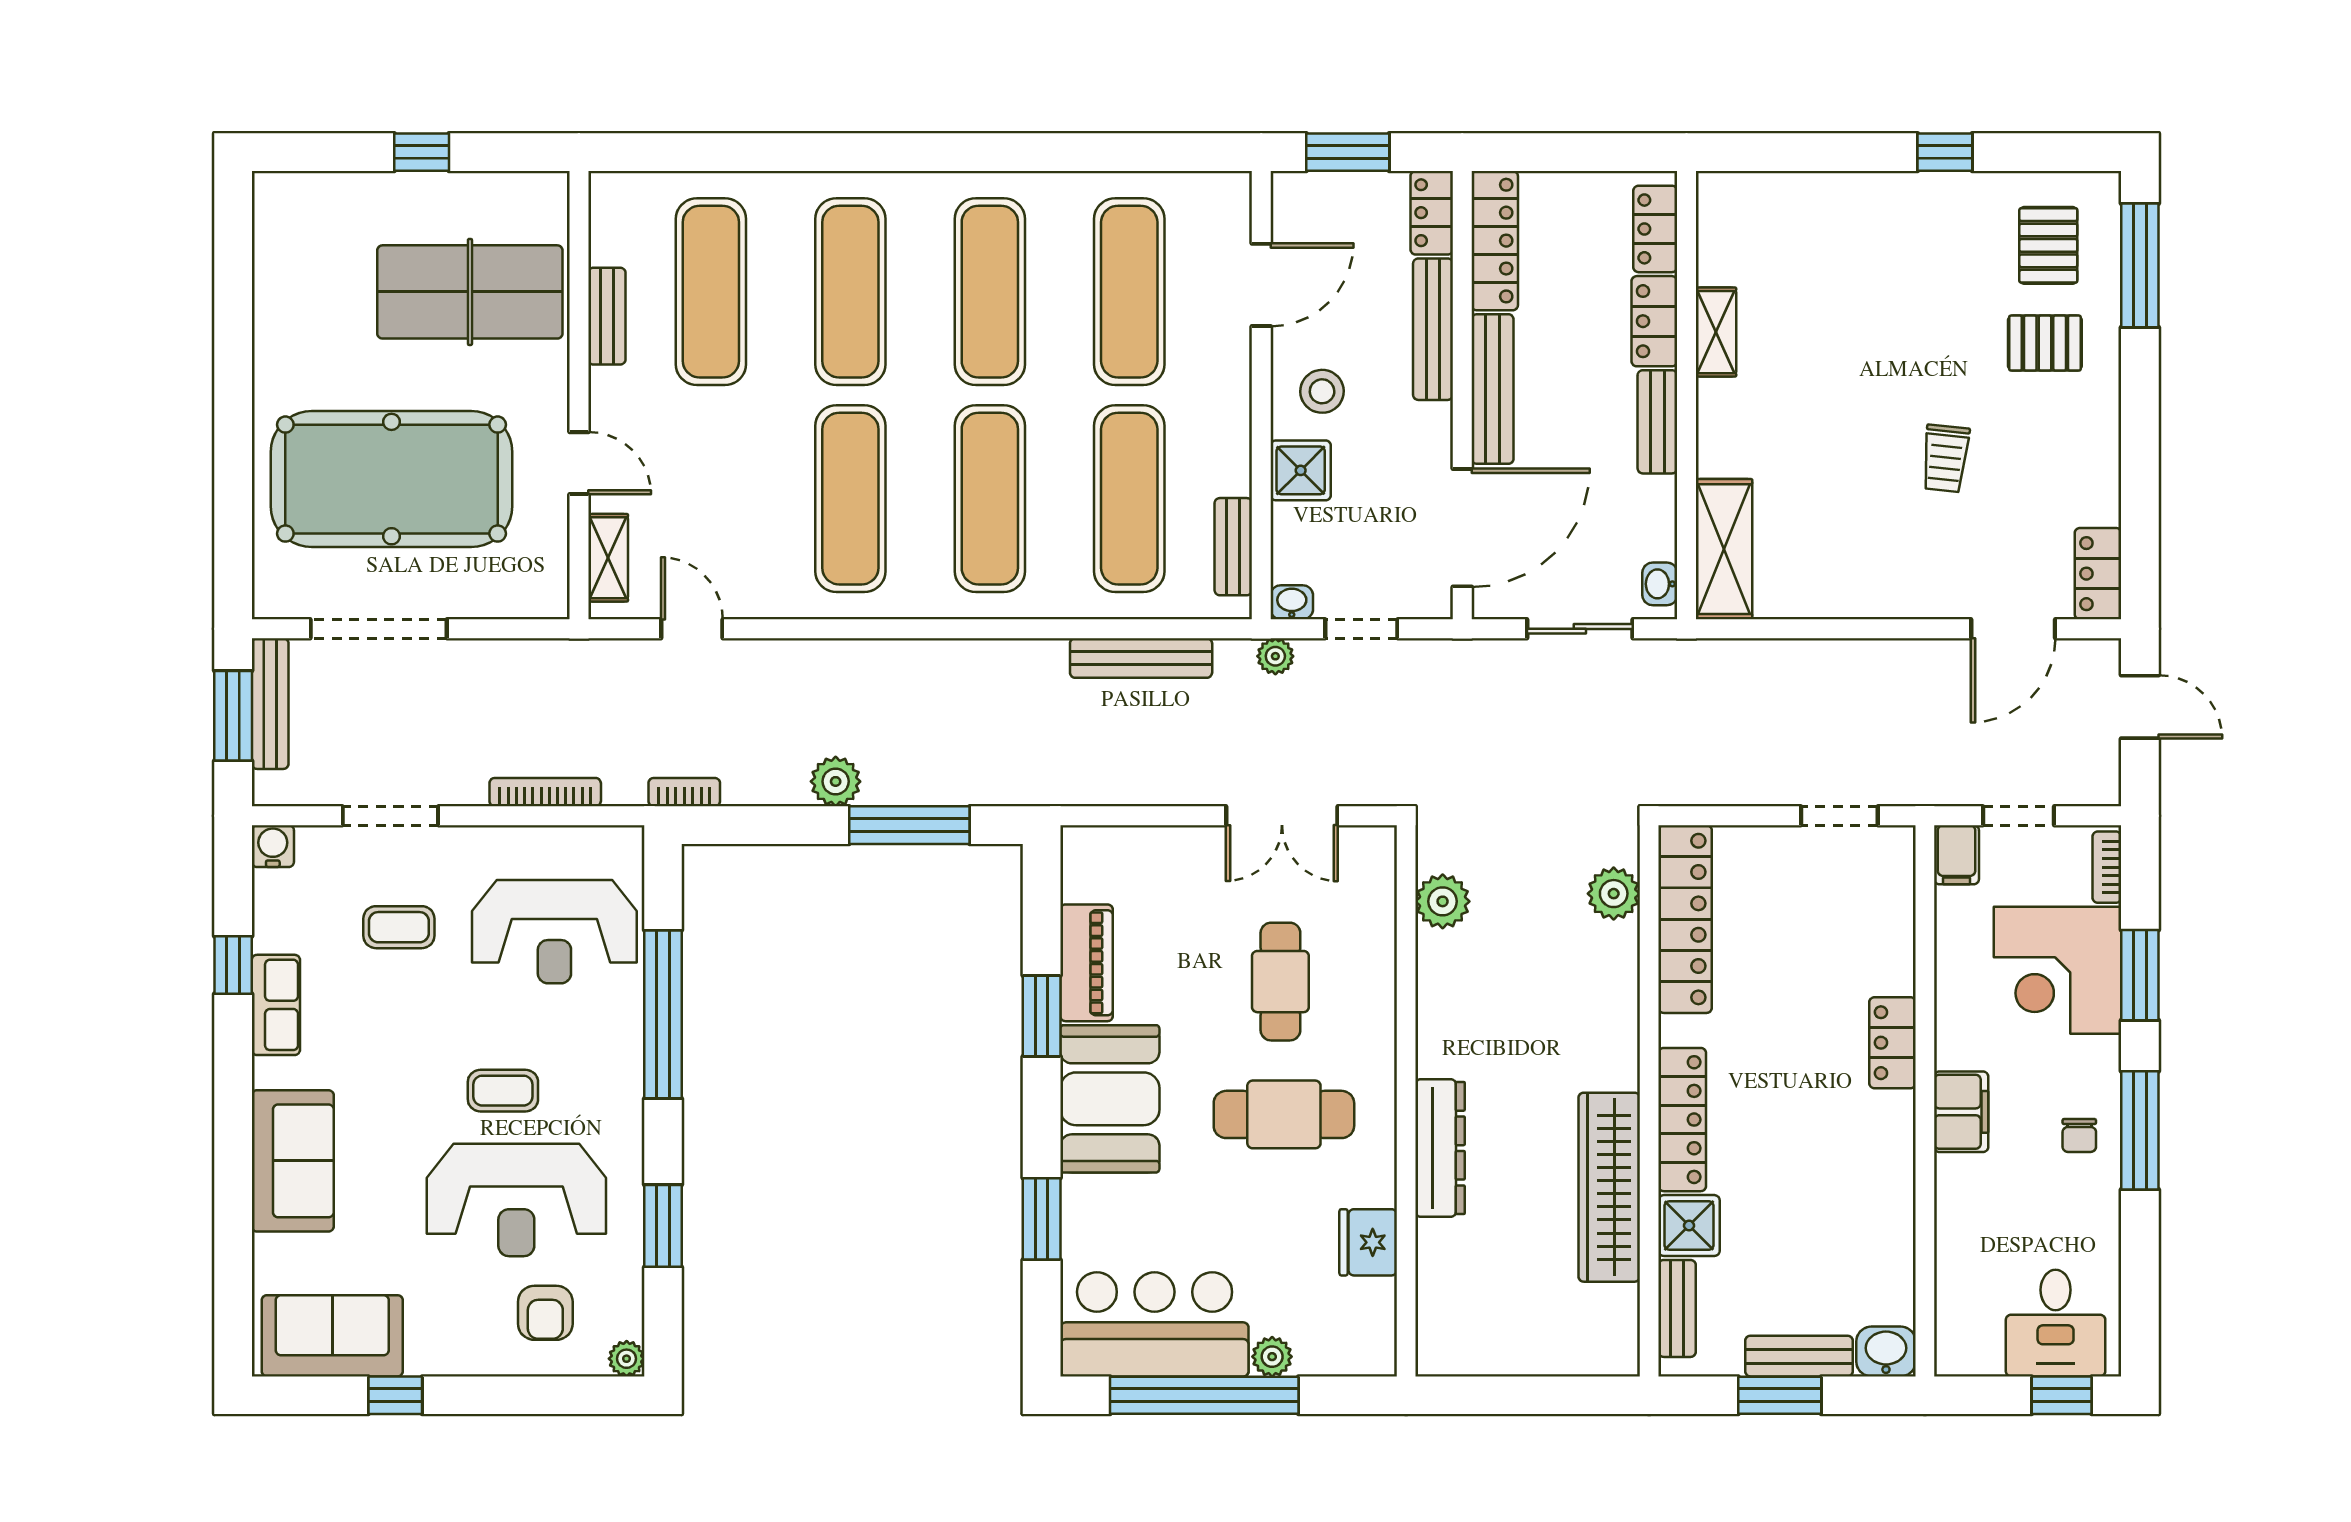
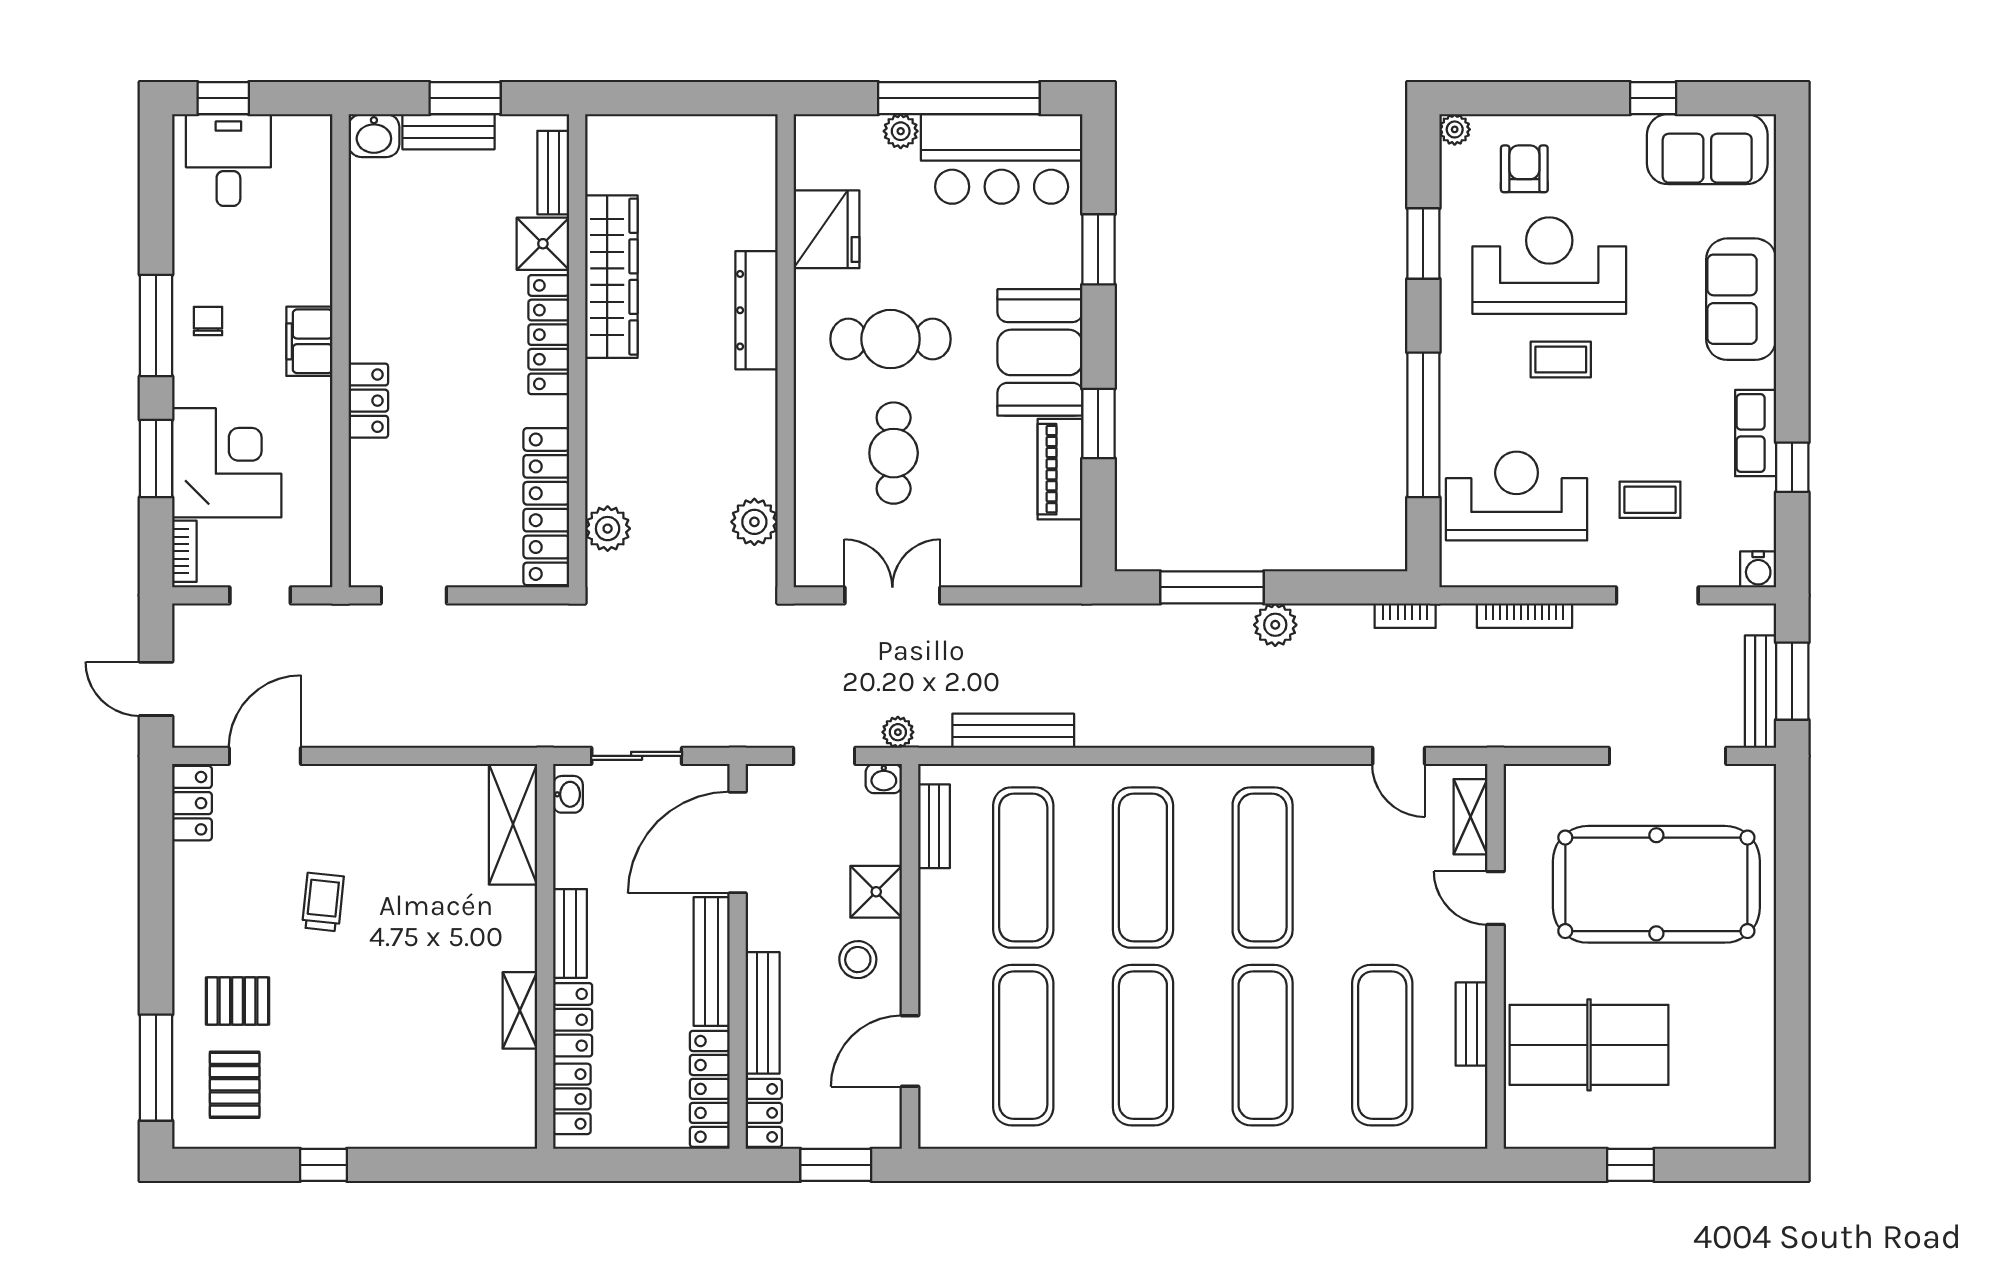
filing cabinet: (1956, 855) -> (313, 562), removed
fridge: (1368, 1242) -> (827, 229), width x1.36, depth x1.34

